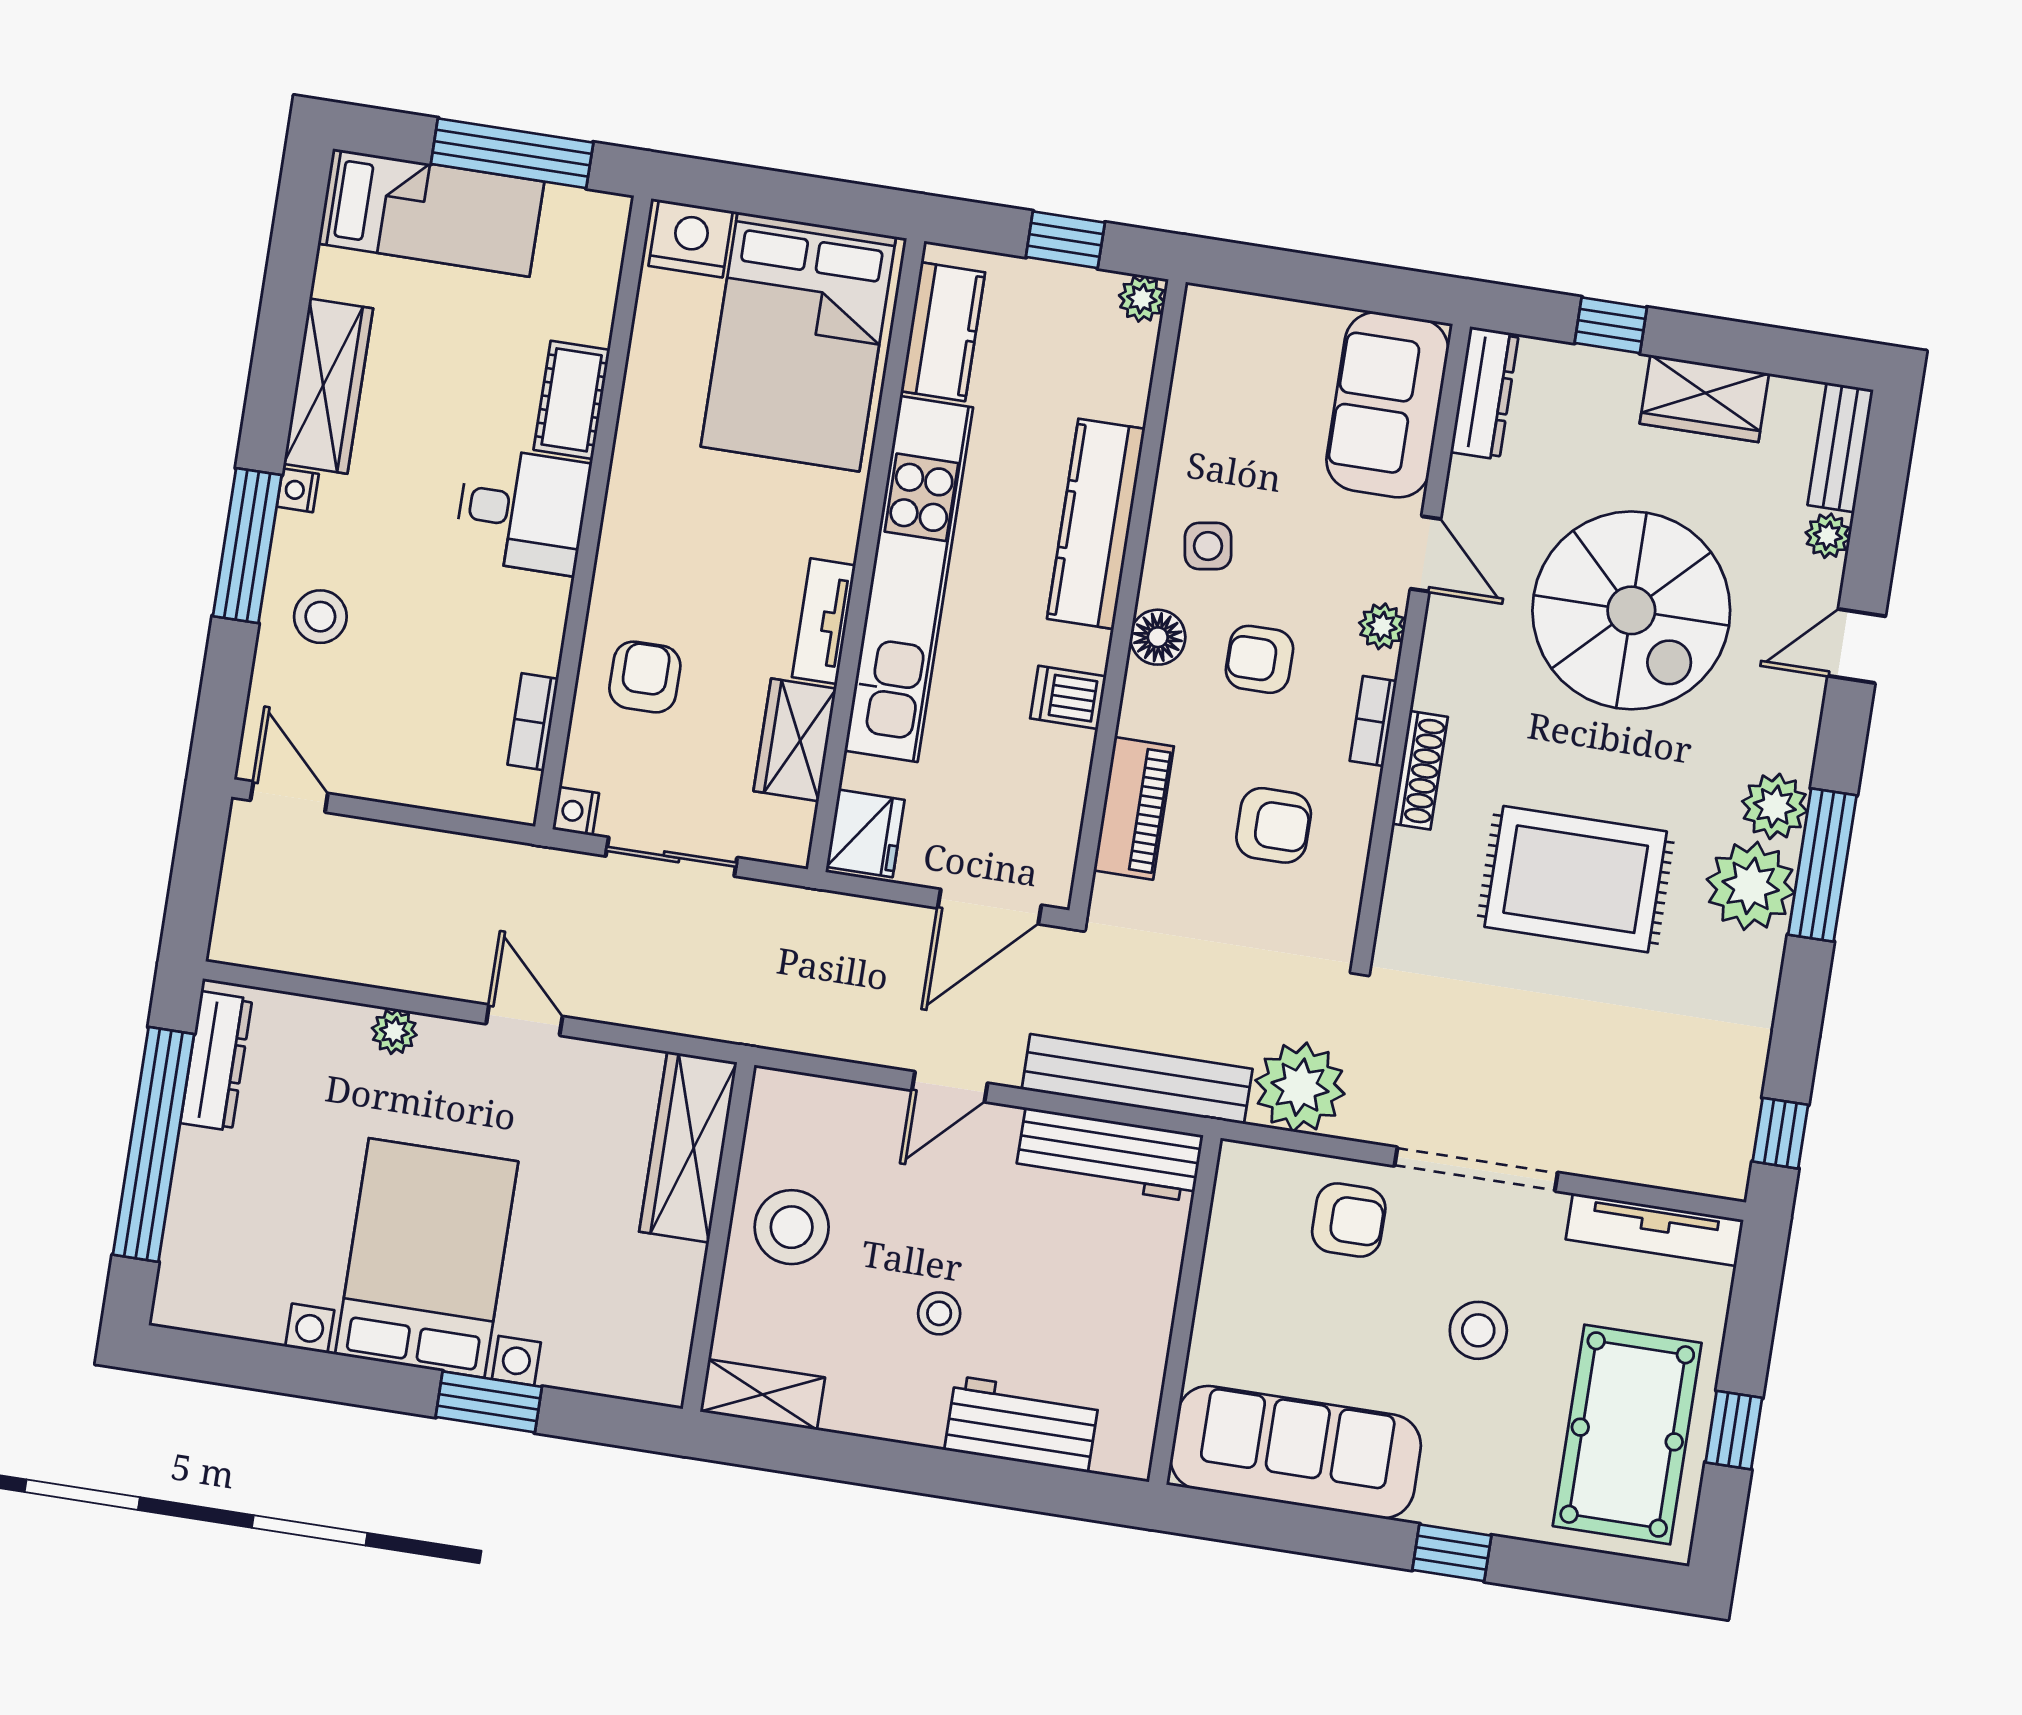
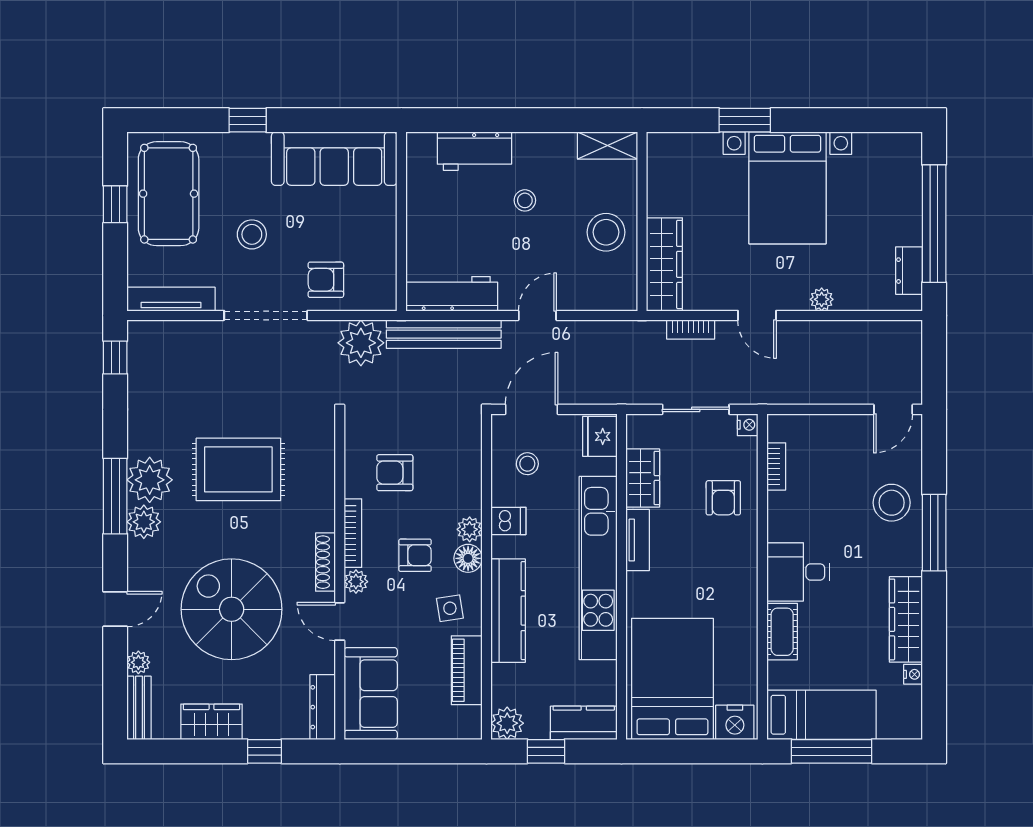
bed: (431, 213) -> (821, 715), moved, turned 180
plant: (1142, 299) -> (507, 723), width x1.38, depth x1.38
kitchen counter: (943, 332) -> (584, 723), moved, turned 90
nightstand: (298, 490) -> (913, 674), moved
stool: (320, 617) -> (892, 503), width x1.38, depth x1.38
plant: (1146, 693) -> (470, 529), added
bookcase: (1373, 721) -> (353, 533), width x1.56
shoe rack: (1420, 770) -> (325, 562), moved
door: (289, 797) -> (893, 409), hinge flipped
stool: (1014, 803) -> (527, 464), added
piano: (1134, 808) -> (467, 670), moved
bookcase: (657, 1013) -> (691, 329), added
dresser: (216, 1061) -> (909, 271), width x0.70

